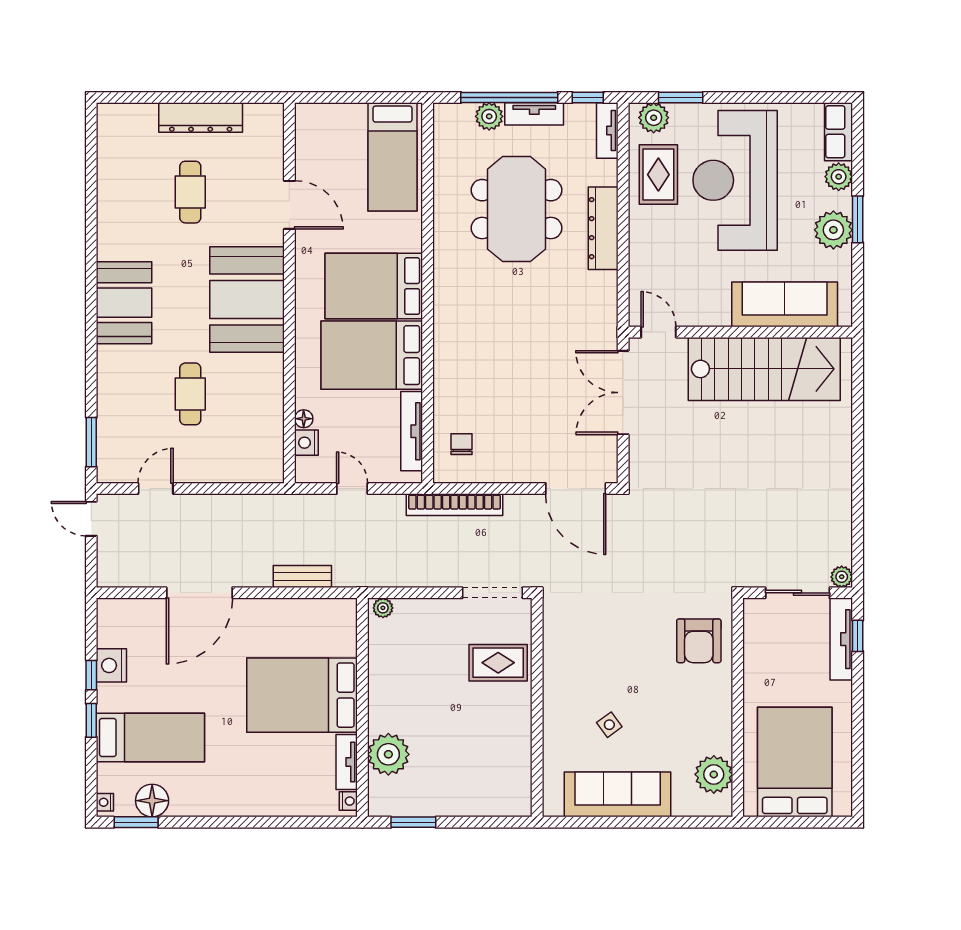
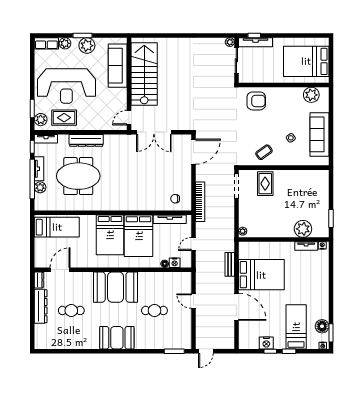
dresser: (264, 114) -> (39, 280), added
door: (289, 205) -> (60, 270), moved
door: (156, 489) -> (193, 301), moved
coffee table: (574, 660) -> (264, 152), added
bed: (302, 695) -> (261, 275), moved, turned -90

